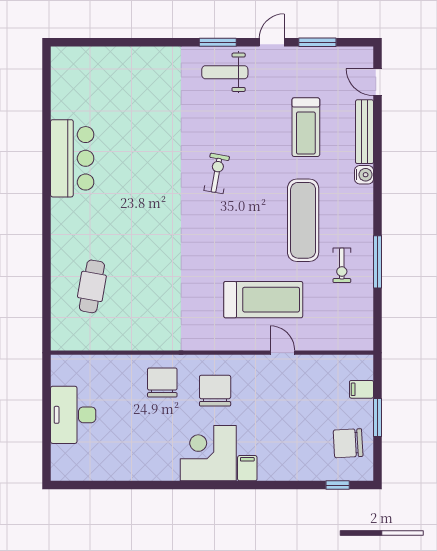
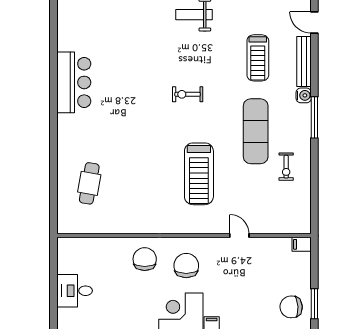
exercise bike: (217, 173) -> (188, 94), turned -100
window: (378, 262) -> (314, 117), moved
treadmill: (263, 300) -> (199, 174), moved, turned 90
filing cabinet: (361, 389) -> (302, 244), moved
desk: (73, 415) -> (75, 291), width x0.73
window: (378, 418) -> (314, 304), moved

